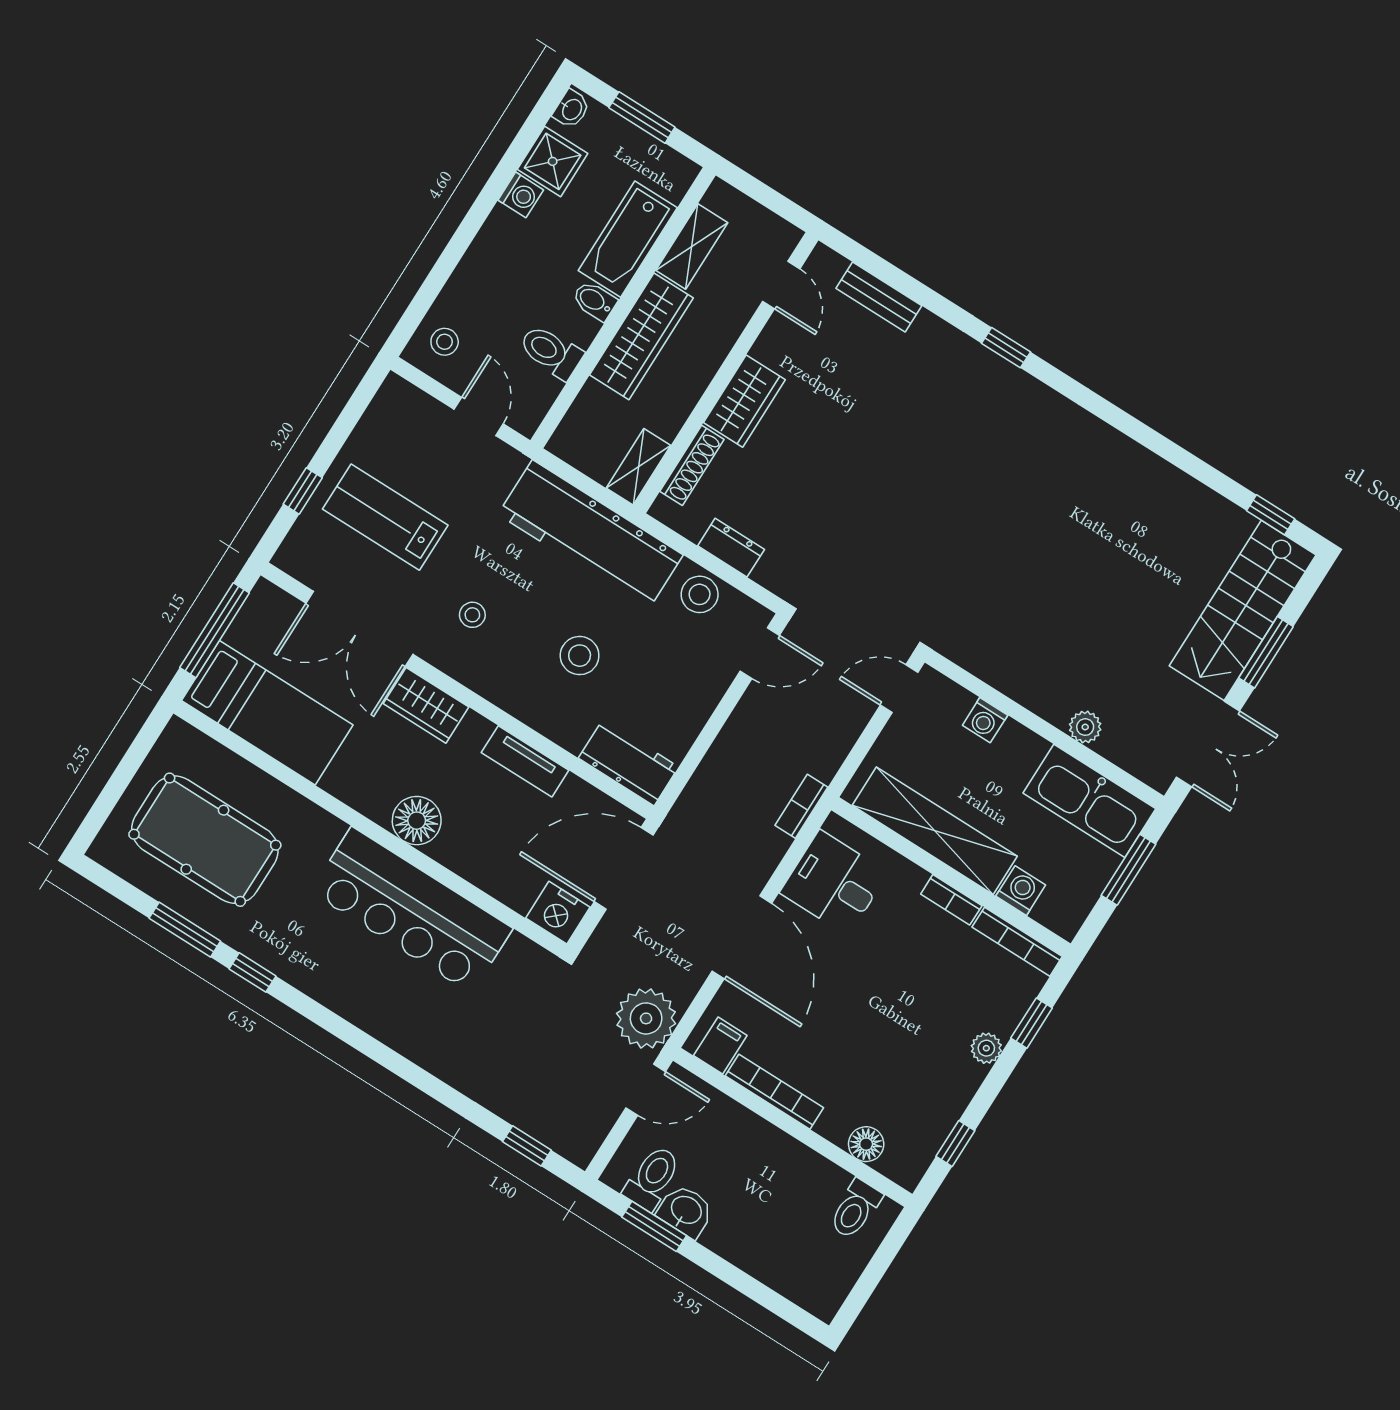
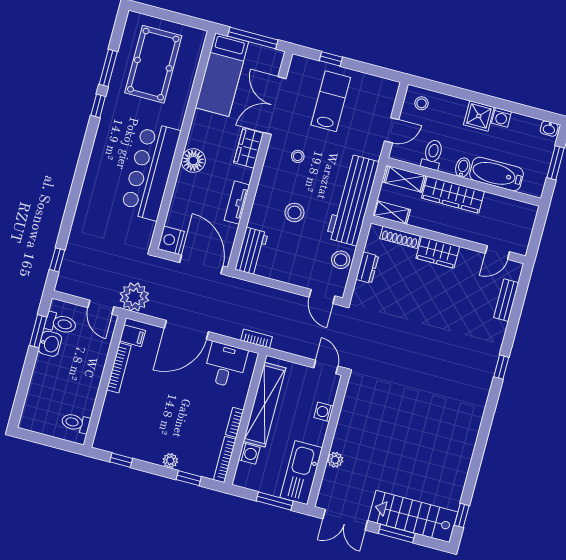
shower: (553, 161) -> (479, 116), moved
shelving: (692, 247) -> (405, 179), moved
floor lamp: (866, 1144) -> (108, 418), removed

